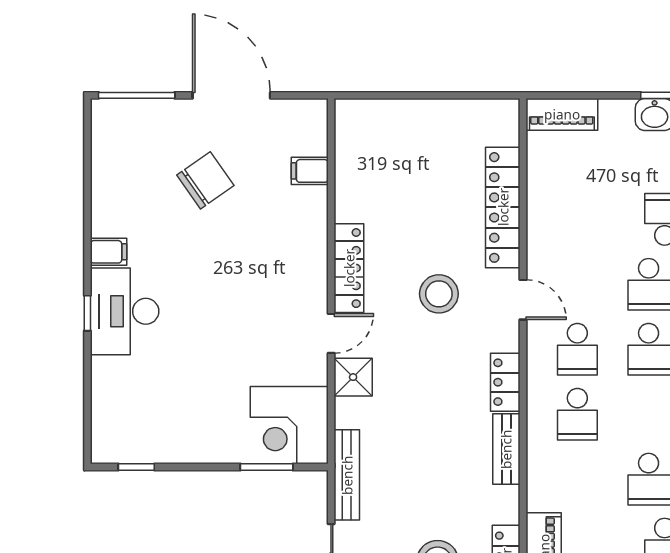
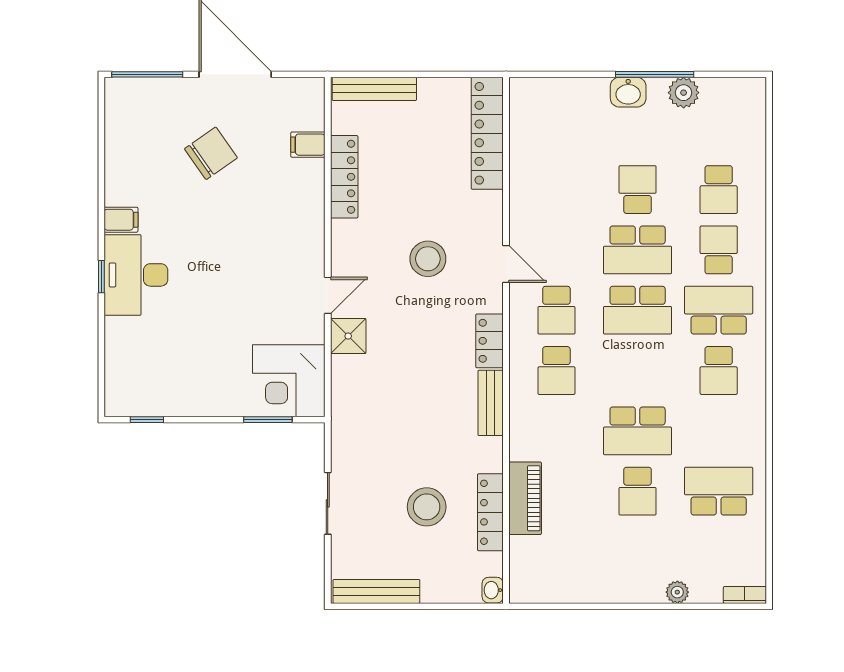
piano: (562, 114) -> (542, 92), removed
locker: (503, 207) -> (487, 133), moved
locker: (349, 268) -> (344, 177), moved
bench: (347, 475) -> (374, 89), moved, turned 90

